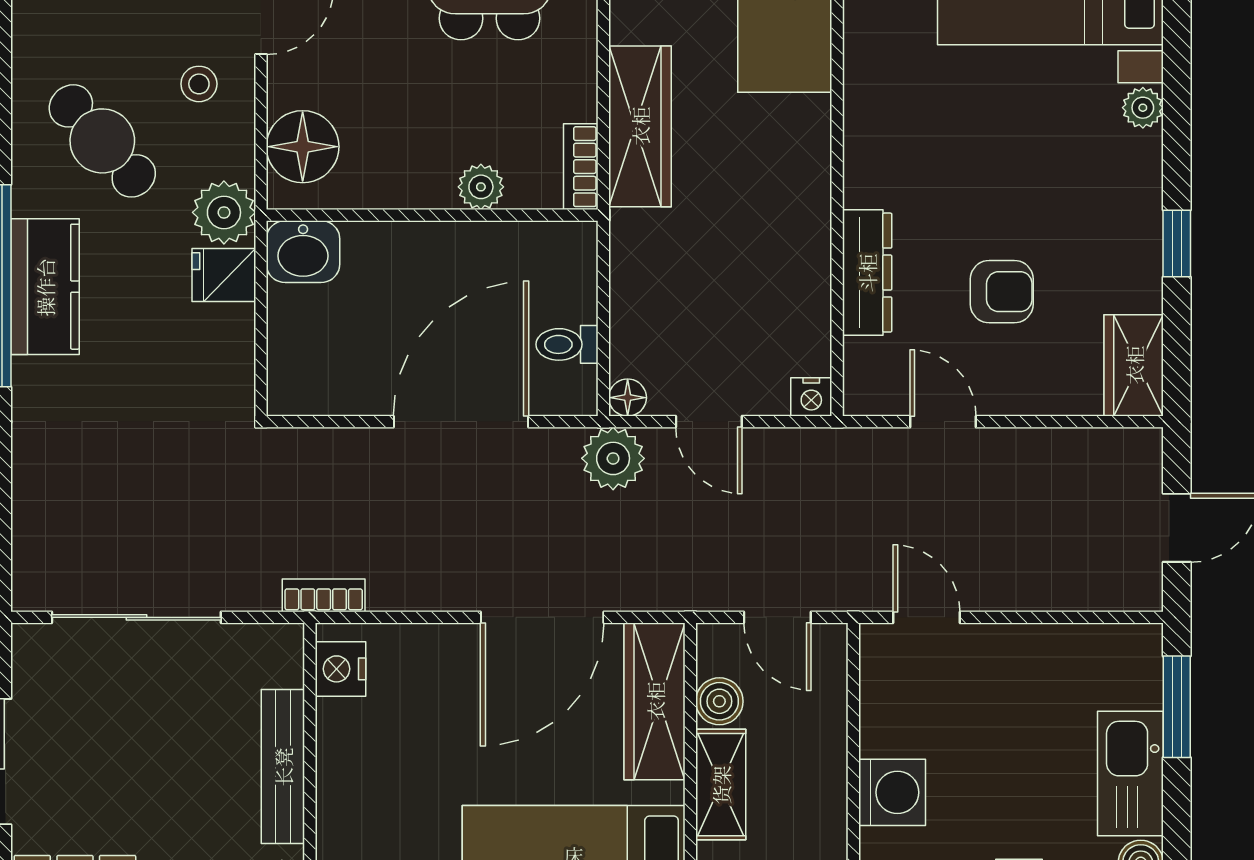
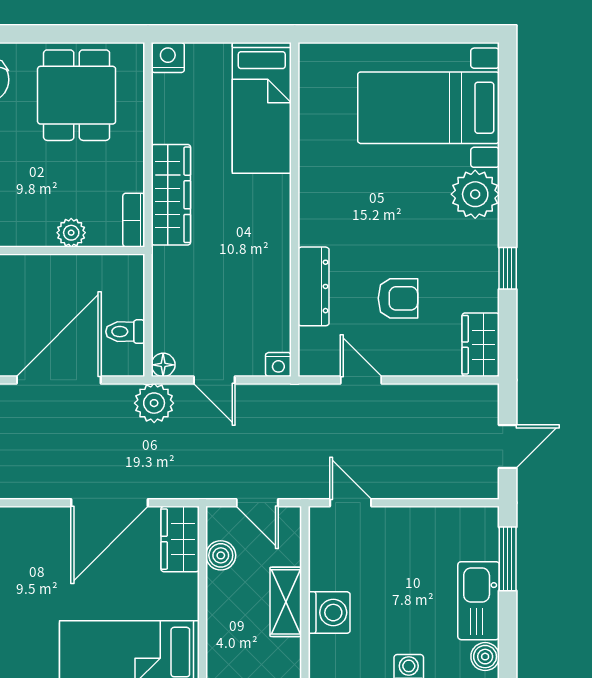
plant: (1143, 108) -> (475, 194), width x1.87, depth x1.87
wardrobe: (655, 701) -> (180, 539), width x0.67
shelving: (721, 785) -> (286, 602), moved

